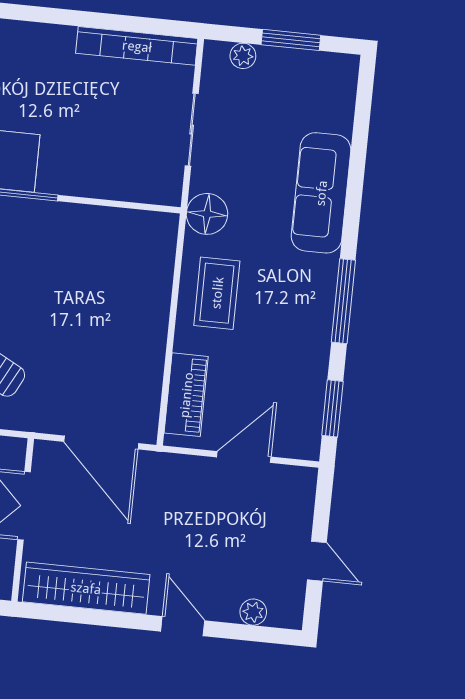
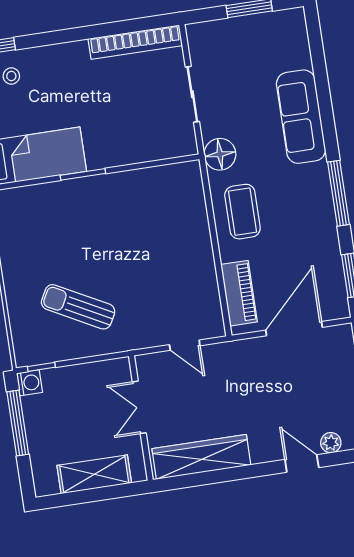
plant: (243, 56) -> (216, 29), removed
door: (101, 442) -> (185, 345), width x0.53
door: (244, 457) -> (294, 329), width x1.36
door: (183, 626) -> (302, 463), moved

